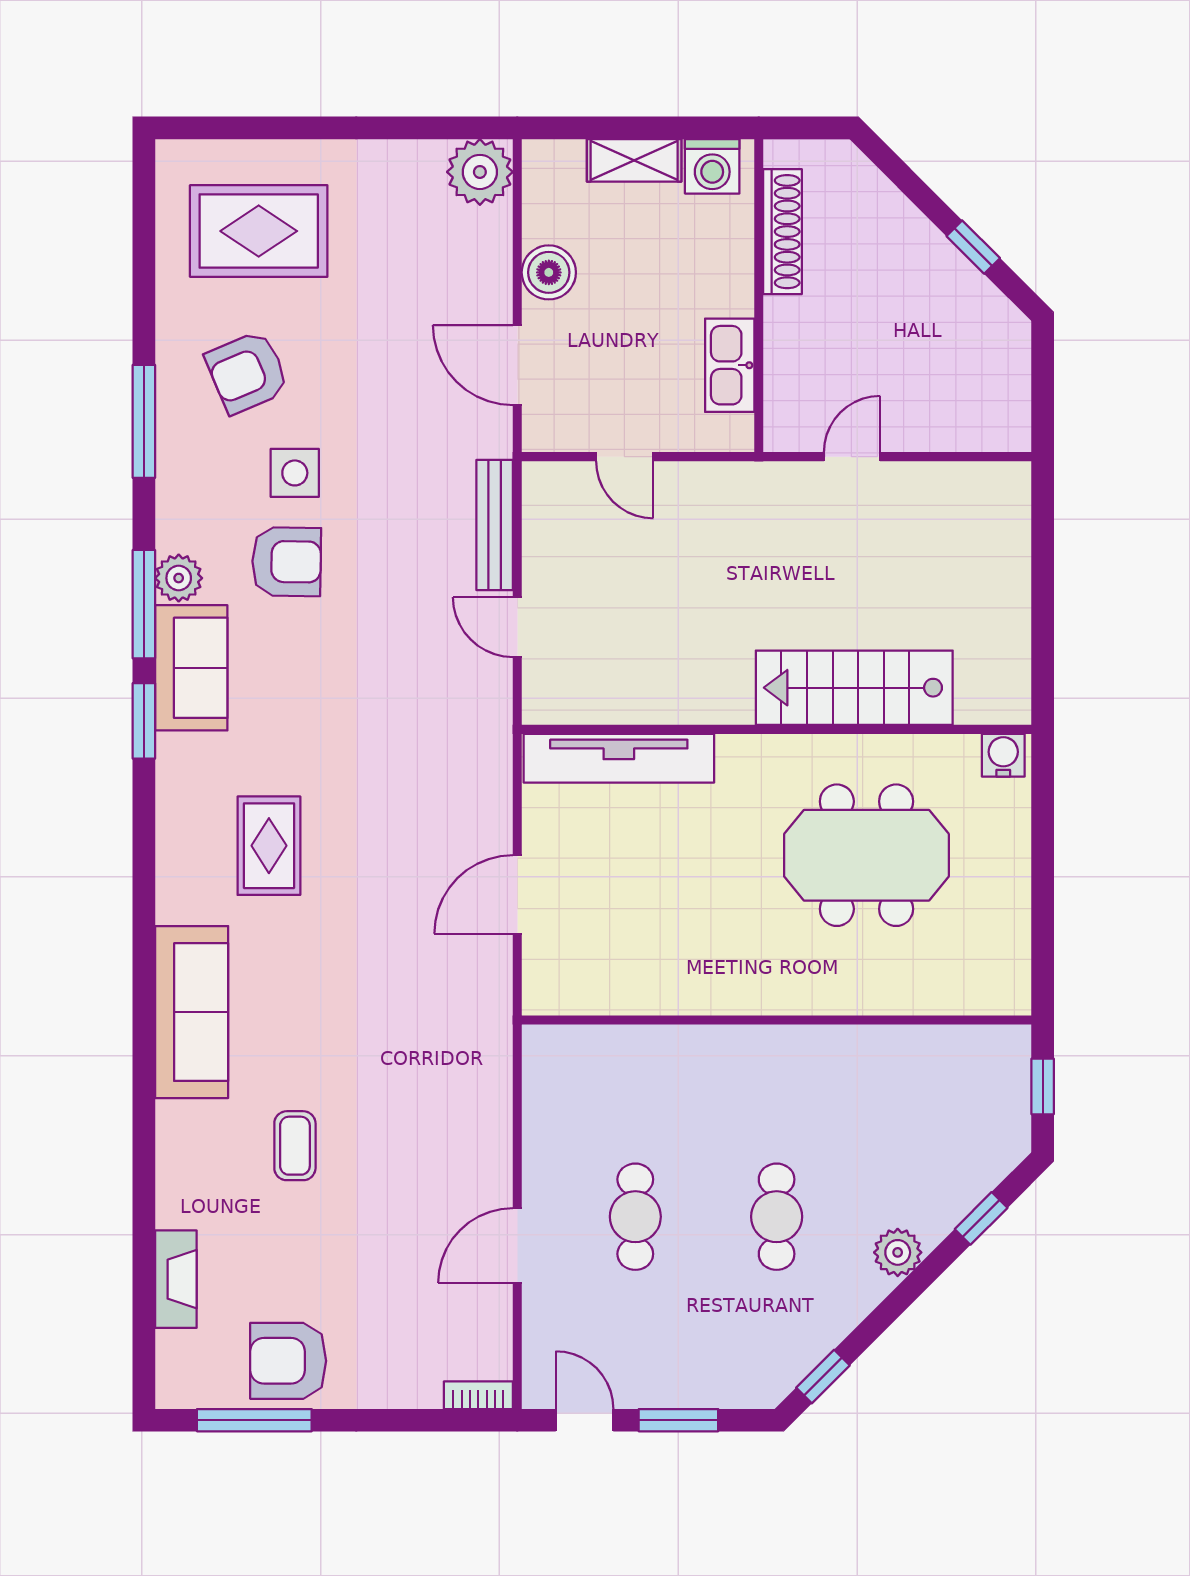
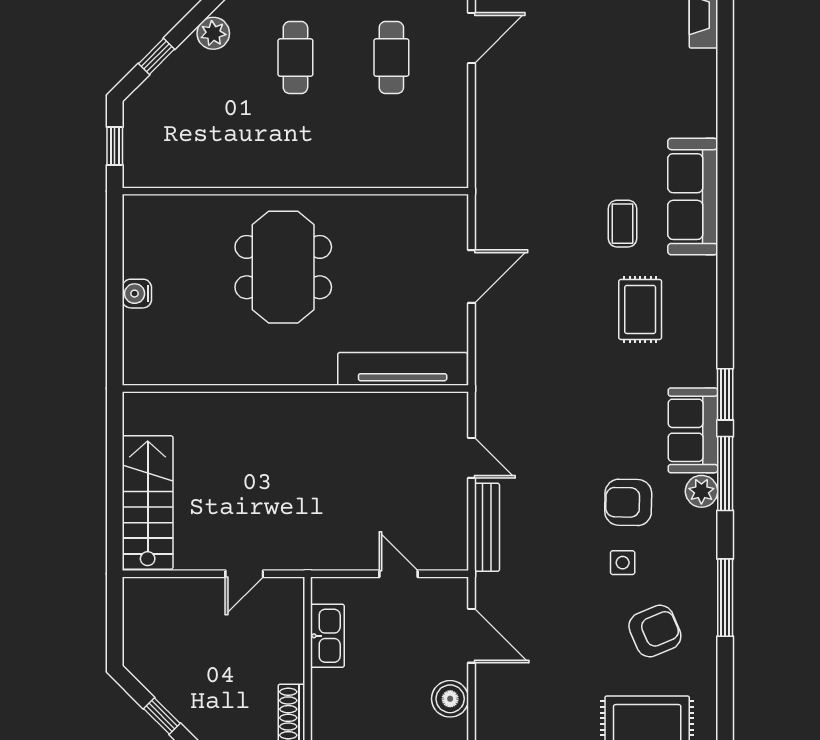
side table: (295, 473) -> (623, 563), width x0.73, depth x0.73
stairs: (854, 688) -> (148, 502), moved, turned -90
water cooler: (1003, 755) -> (137, 294), moved, turned 90
meeting table: (866, 855) -> (283, 267), moved, turned 90
coffee table: (295, 1146) -> (622, 224), moved

